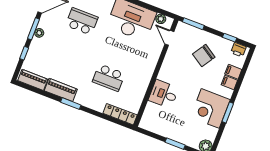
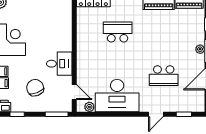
chair: (204, 56) -> (35, 88), turned -54
desk: (164, 94) -> (59, 64), moved

